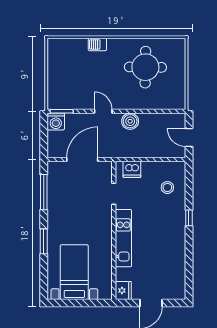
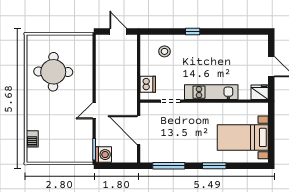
barbecue: (97, 44) -> (32, 139), moved
boiler: (130, 121) -> (103, 86), removed
door: (189, 137) -> (118, 31), swing flipped

